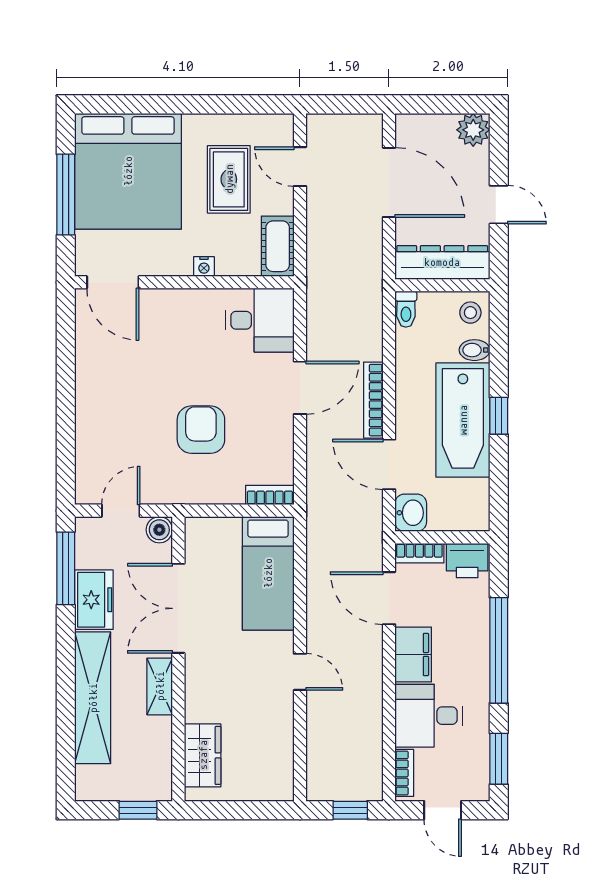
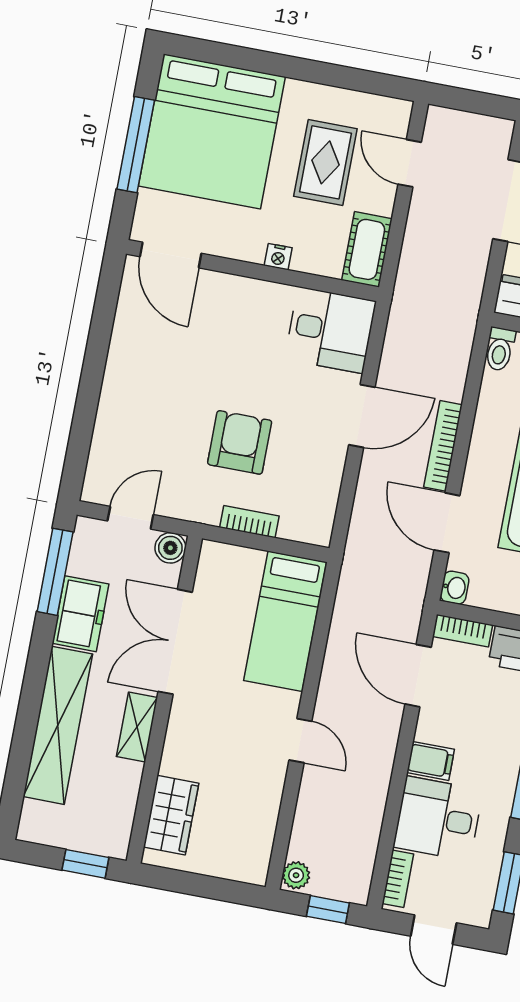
bookcase: (270, 495) -> (249, 522), moved
washbasin: (411, 513) -> (455, 588), width x0.72, depth x0.69
filing cabinet: (413, 654) -> (431, 761), width x0.50
plant: (318, 786) -> (296, 875), added

